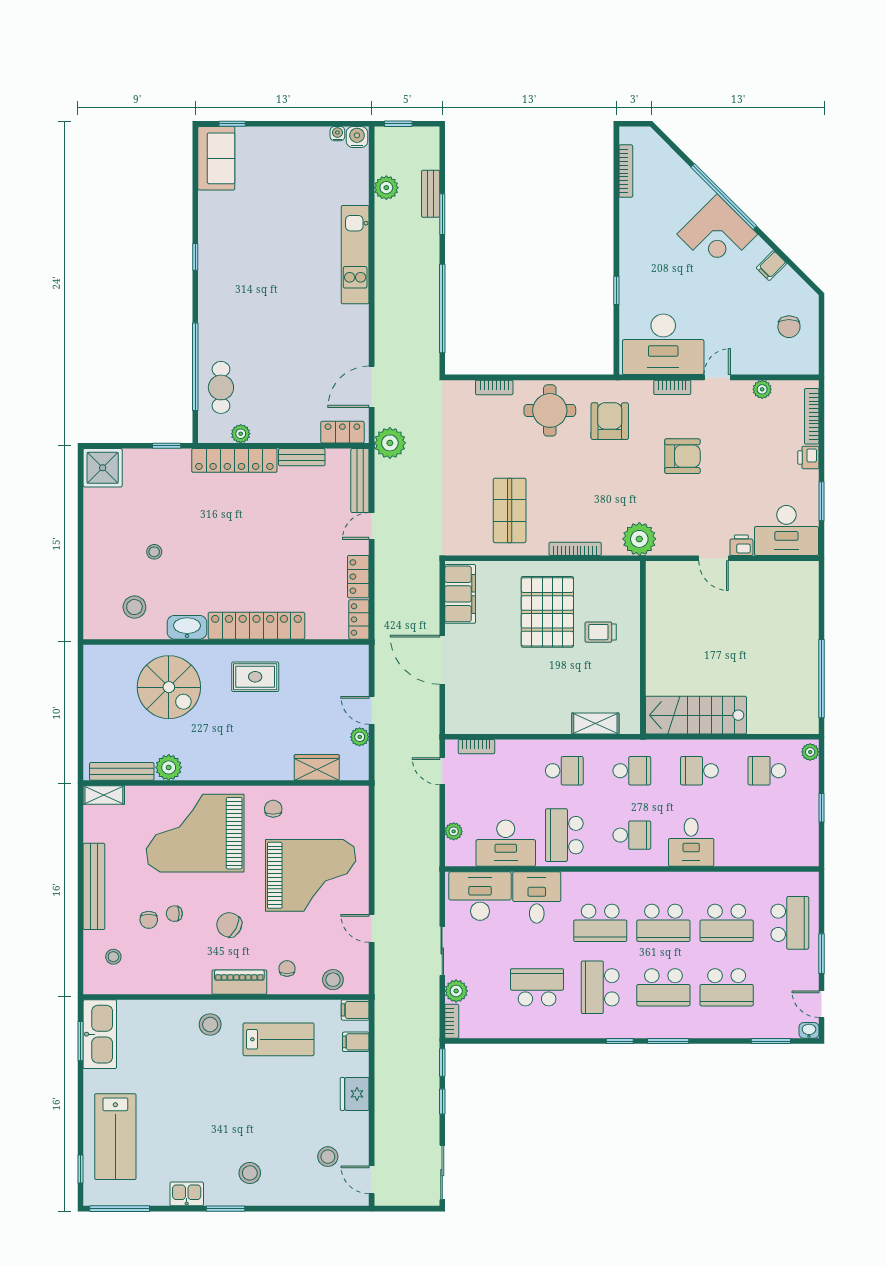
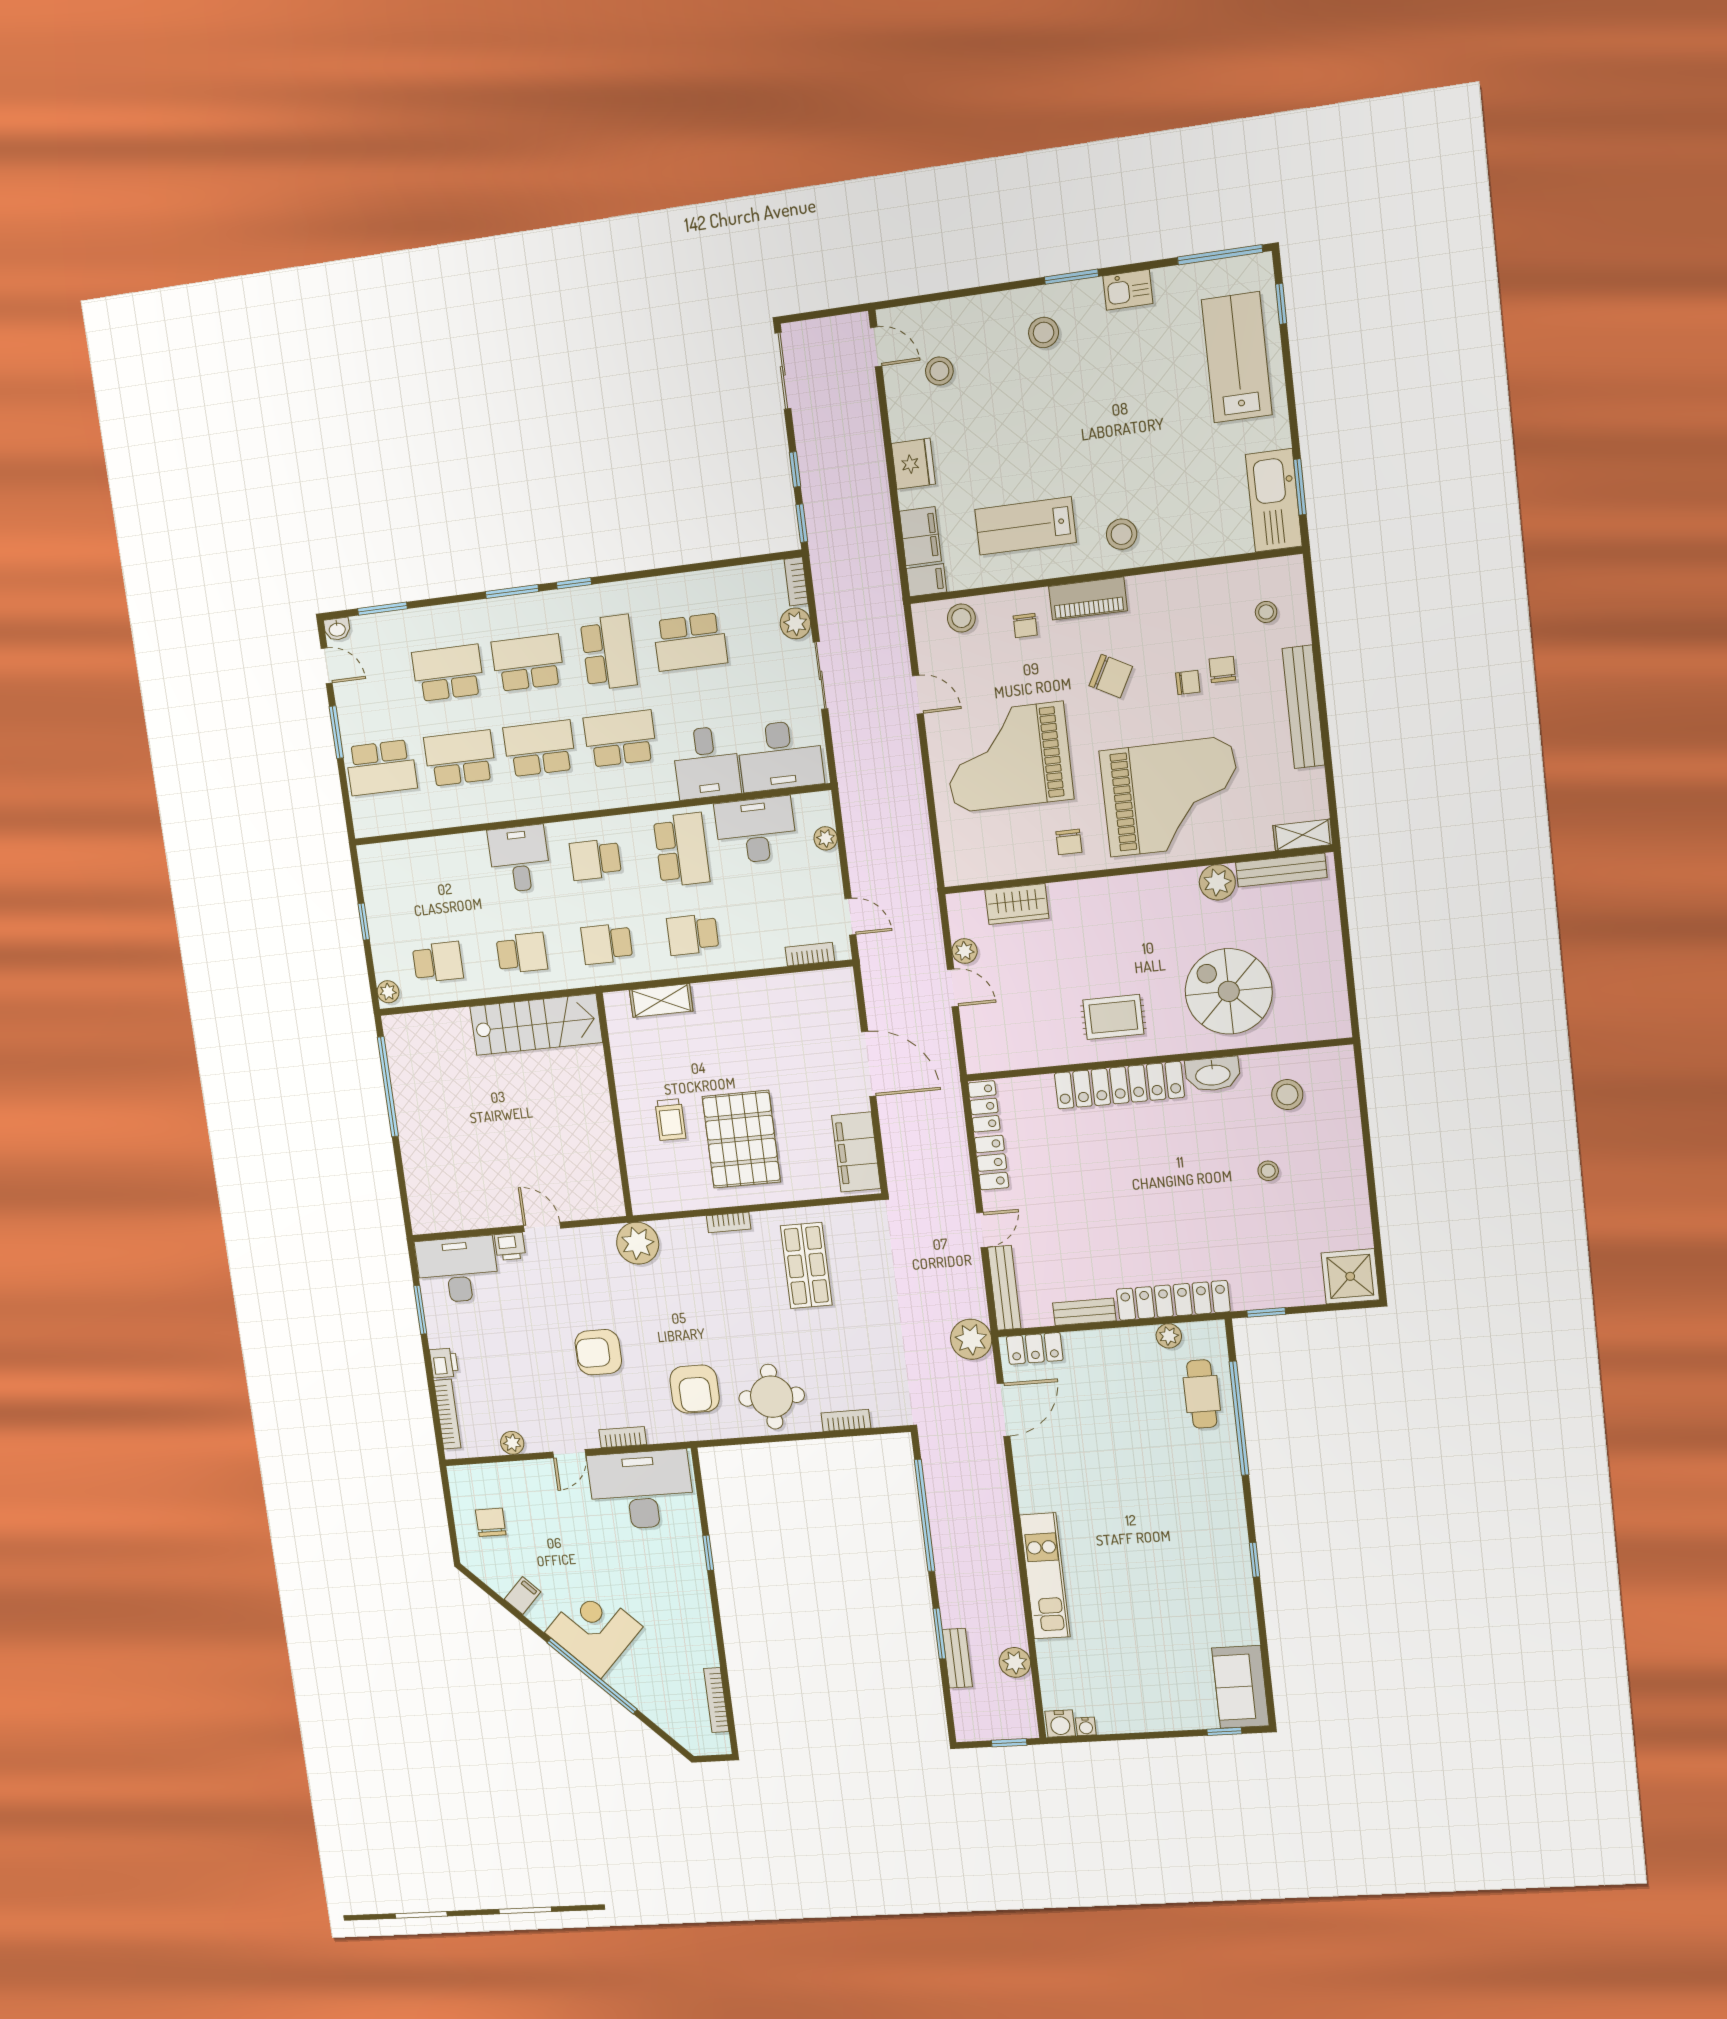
bookcase: (575, 549) -> (729, 1222), width x0.64
trolley: (601, 632) -> (670, 1120), turned 90
school desk: (790, 923) -> (381, 768), turned -90
filing cabinet: (356, 1042) -> (920, 536), width x2.00

